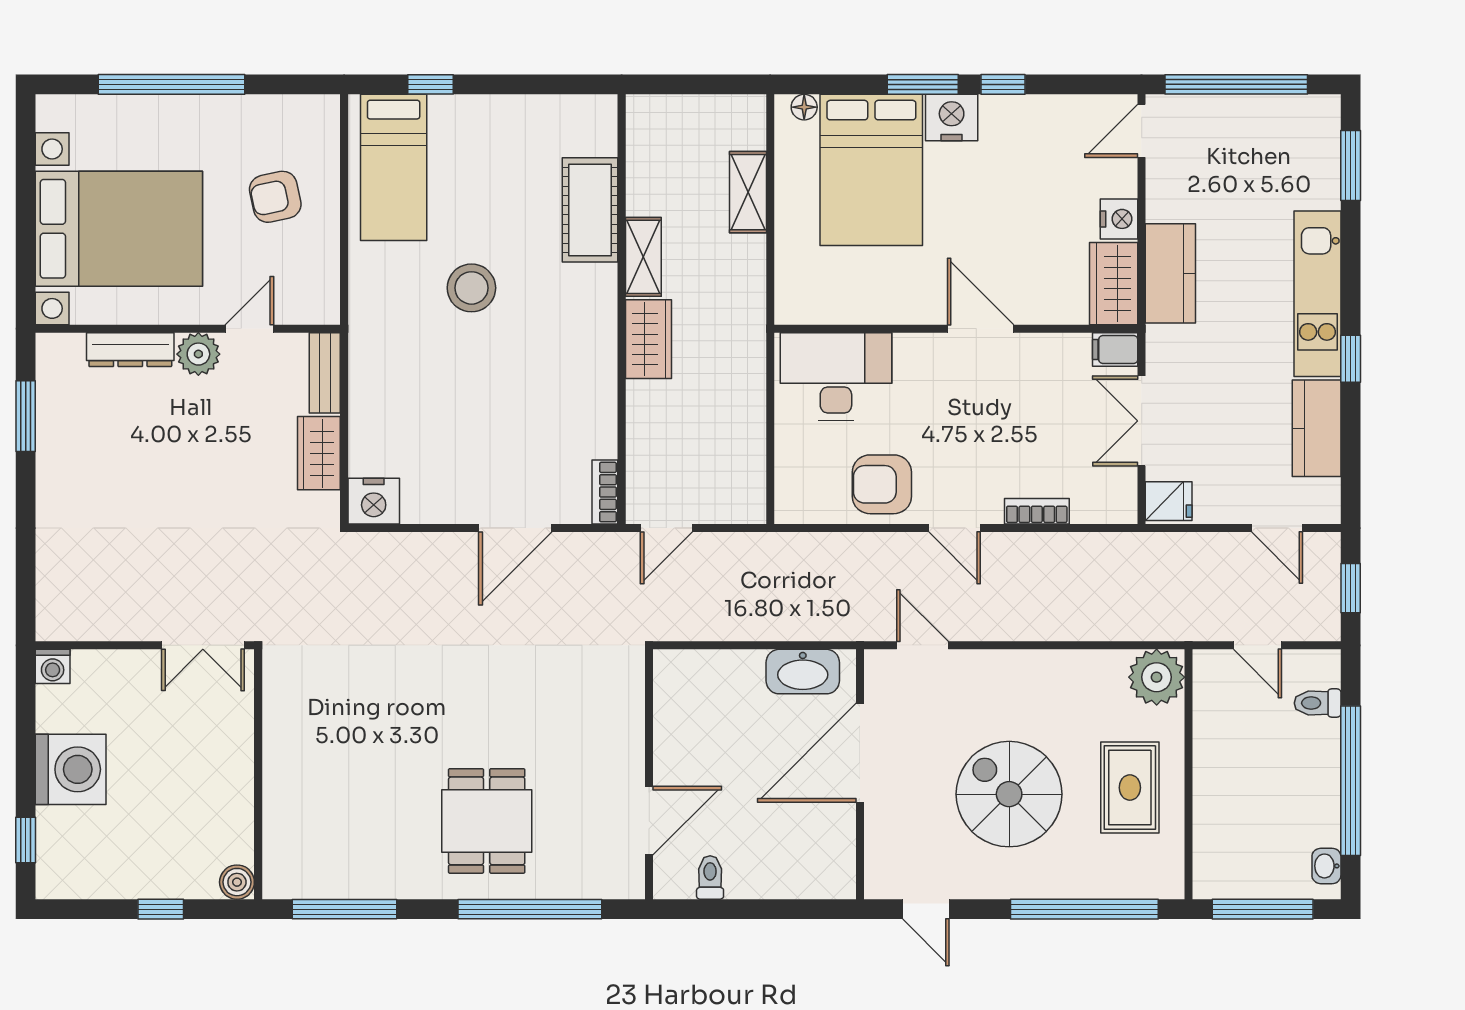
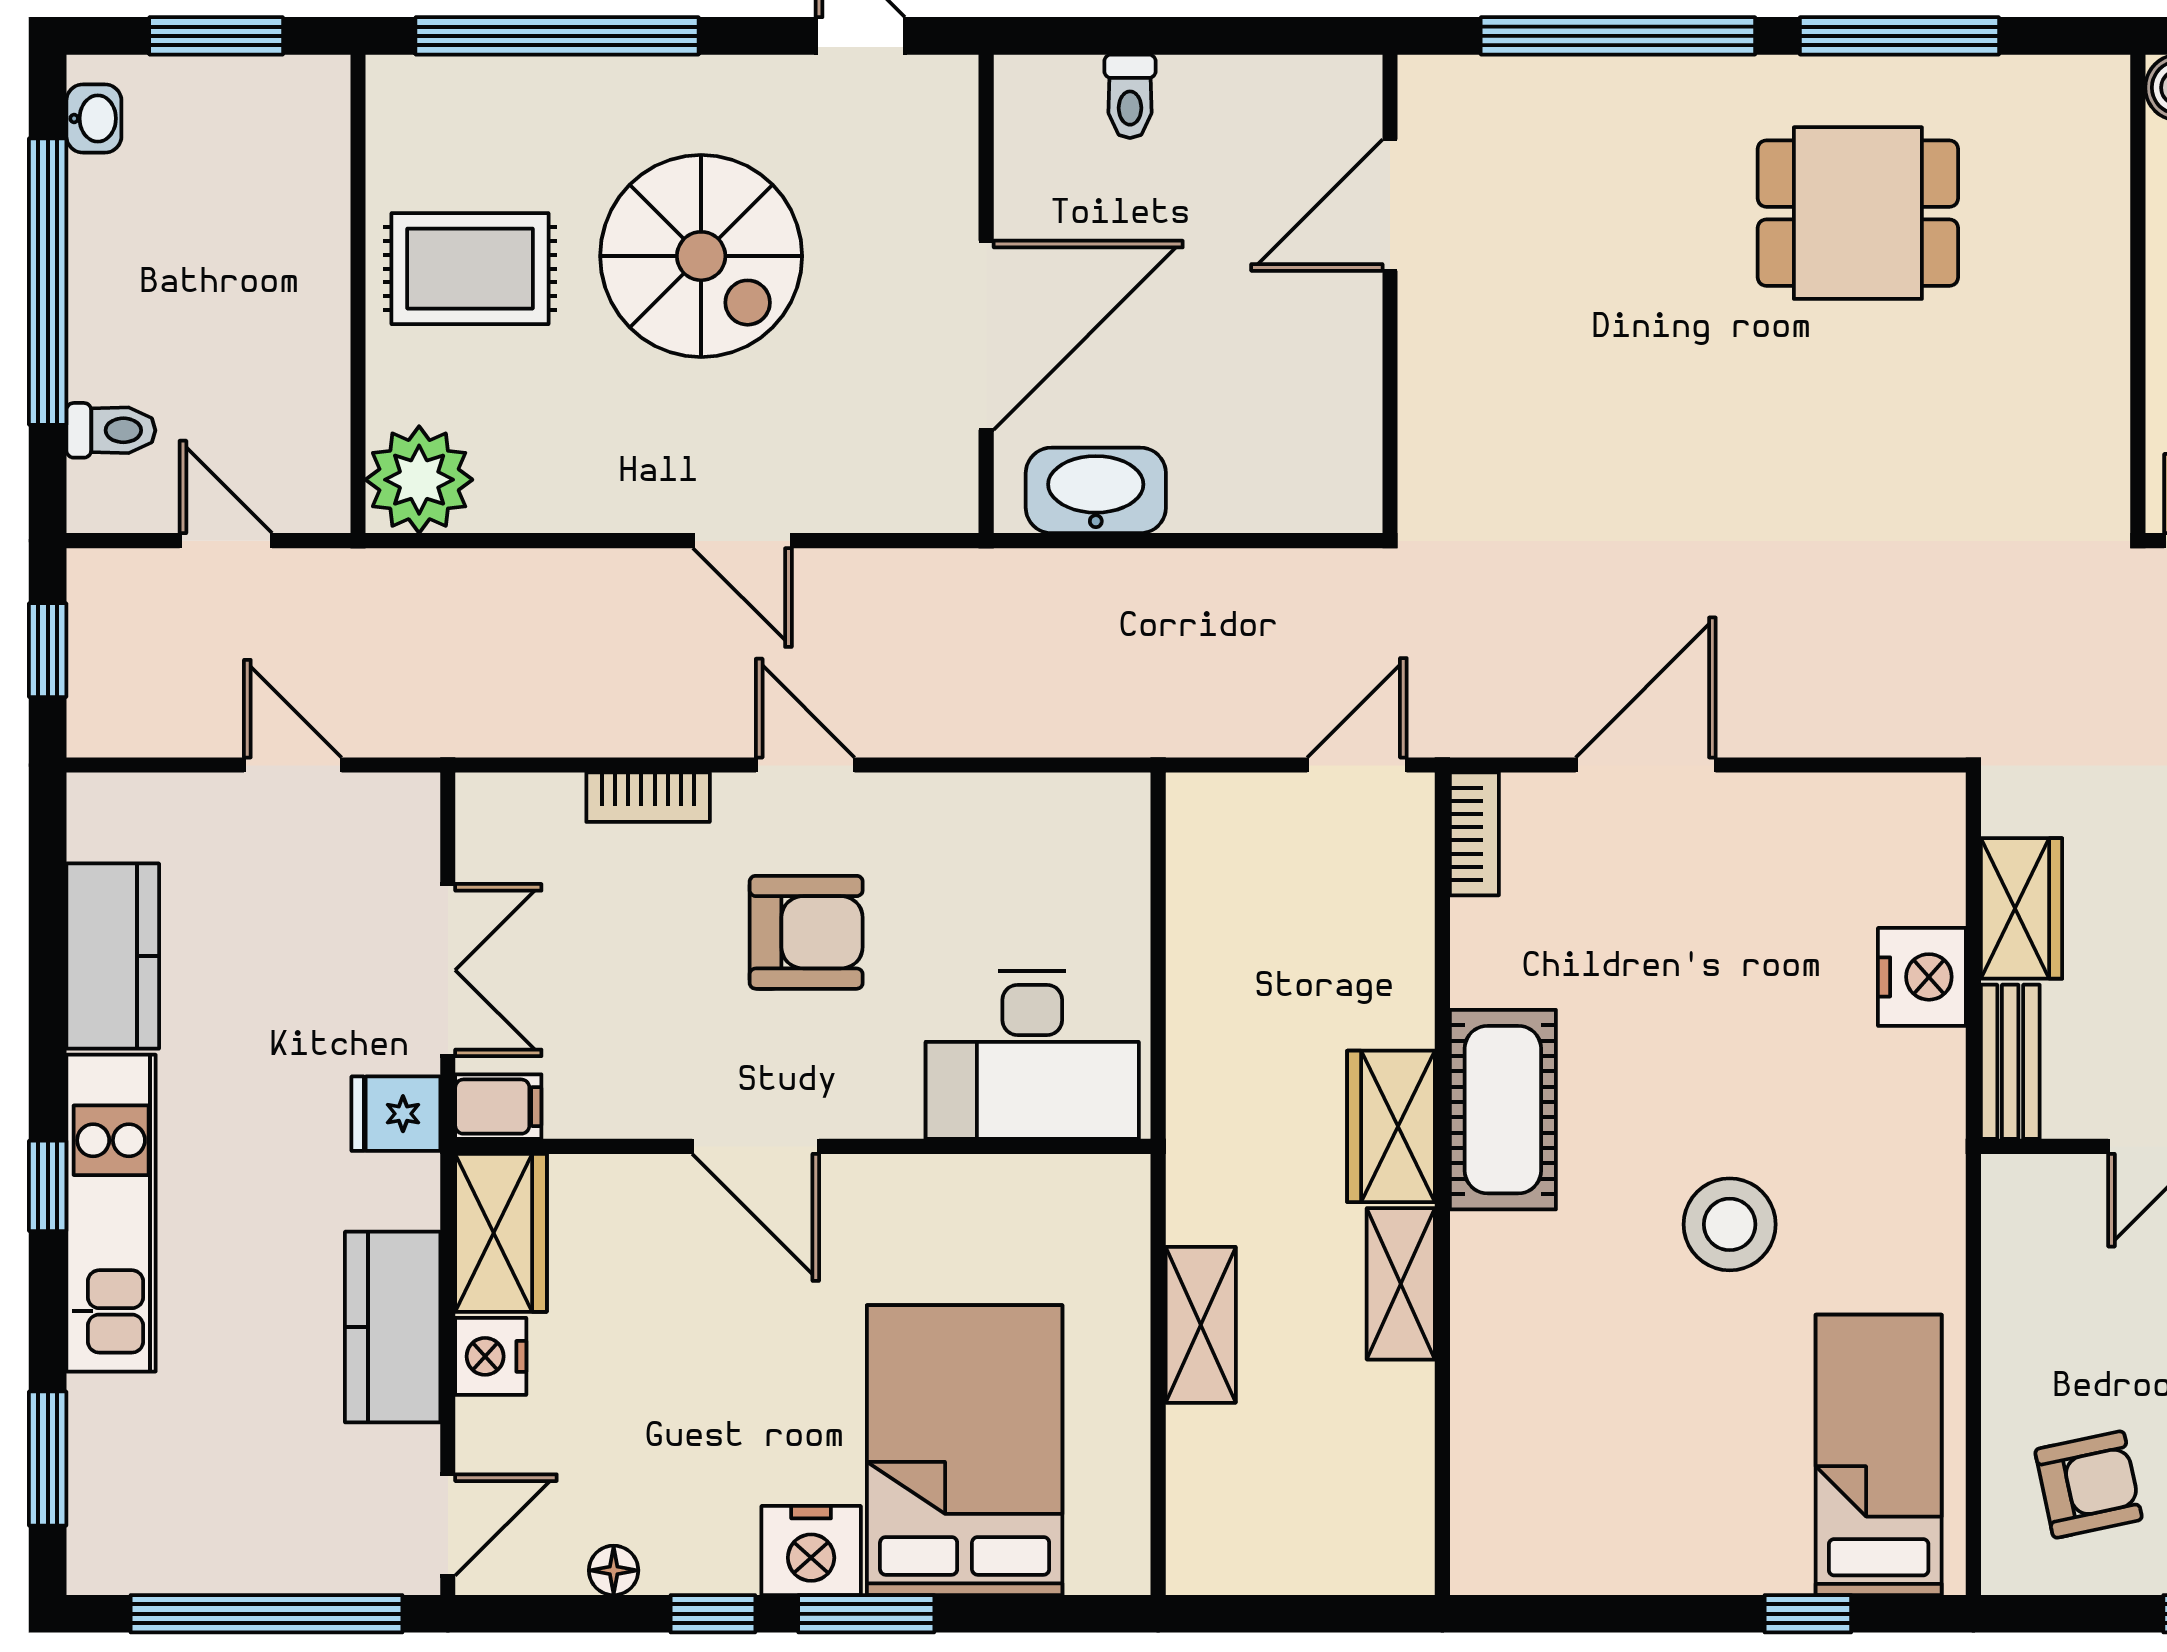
floor lamp: (804, 107) -> (614, 1570), moved
shelving: (748, 192) -> (1201, 1325), moved
armchair: (275, 197) -> (2089, 1485), moved
cot: (590, 210) -> (1503, 1110), moved
kitchen counter: (1170, 273) -> (393, 1327), moved
window: (1351, 359) -> (48, 1186), moved
armchair: (882, 484) -> (806, 932), moved
nightstand: (374, 501) -> (1922, 977), moved, turned 90
fridge: (1169, 501) -> (396, 1114), moved
door: (1277, 528) -> (293, 765), moved
door: (922, 645) -> (742, 541), moved
rug: (1130, 788) -> (470, 269), turned 90
dining table: (487, 821) -> (1858, 213), moved, turned 90
toilet: (710, 878) -> (1130, 96), moved
window: (345, 909) -> (1899, 36), moved
window: (1263, 909) -> (216, 36), width x0.69

